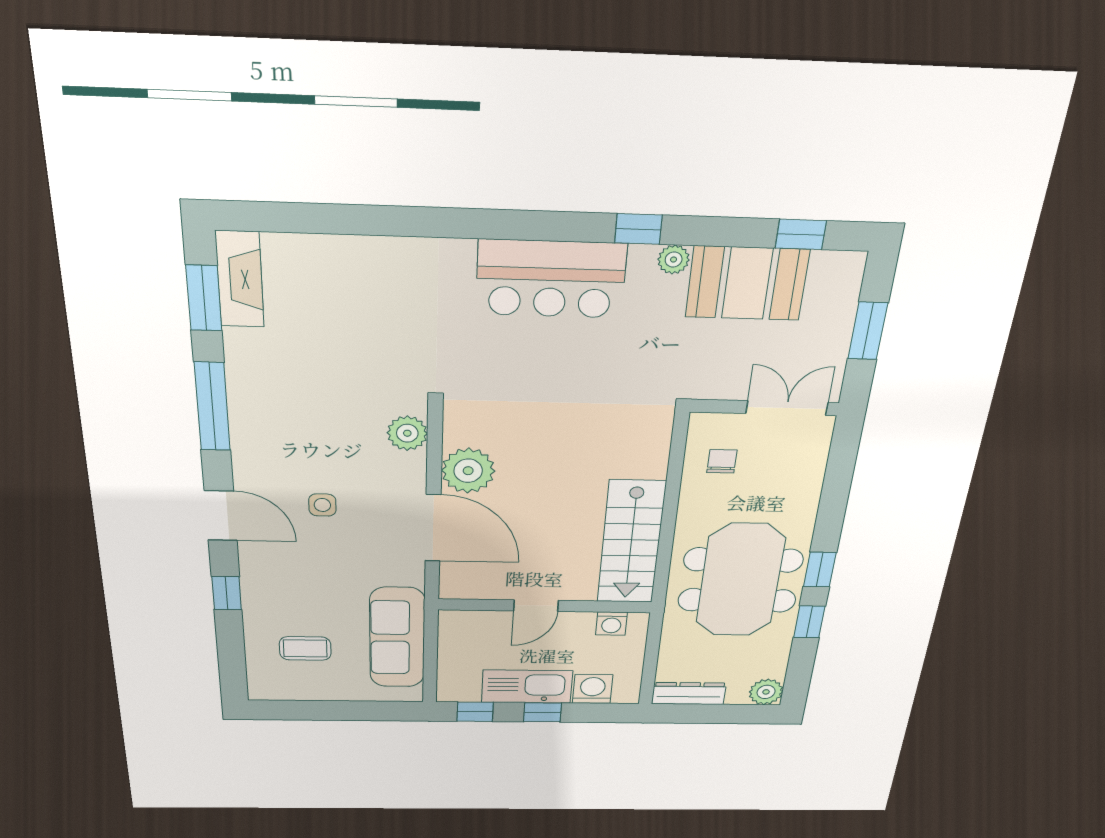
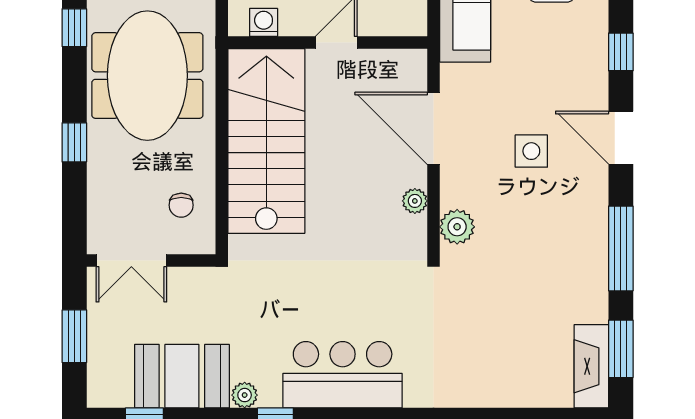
plant: (468, 471) -> (415, 201), width x0.53, depth x0.53
side table: (322, 505) -> (531, 151), width x1.37, depth x1.37
stairs: (631, 542) -> (266, 141), width x1.36, depth x1.51
window: (820, 570) -> (74, 142), moved

